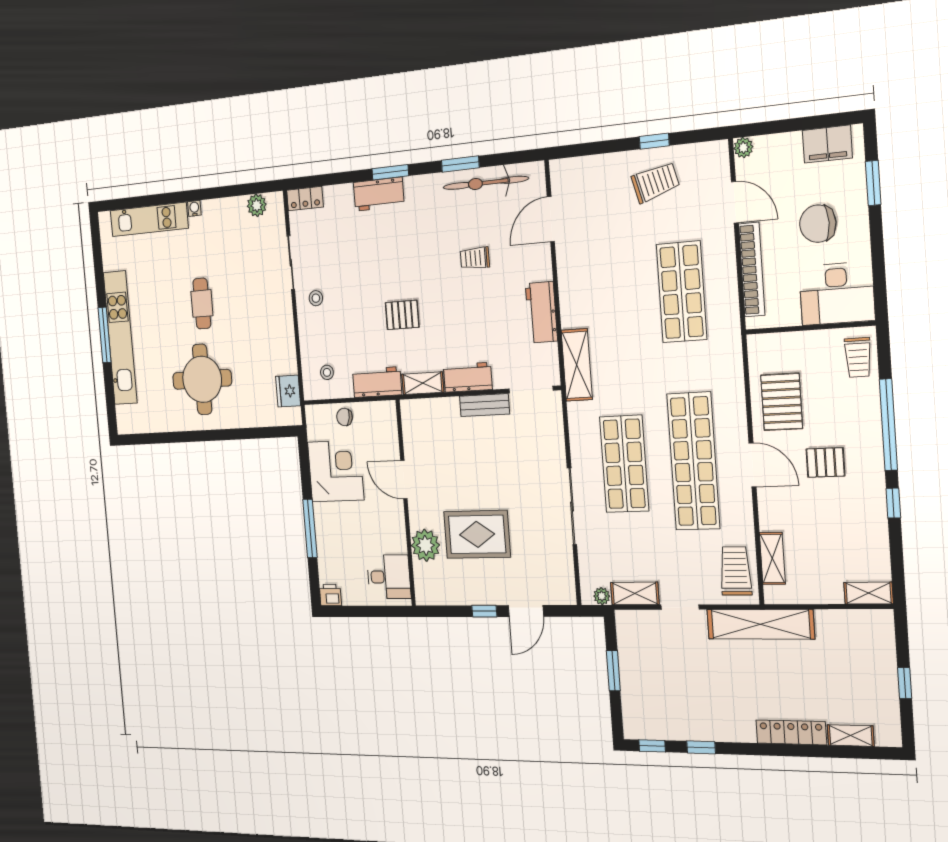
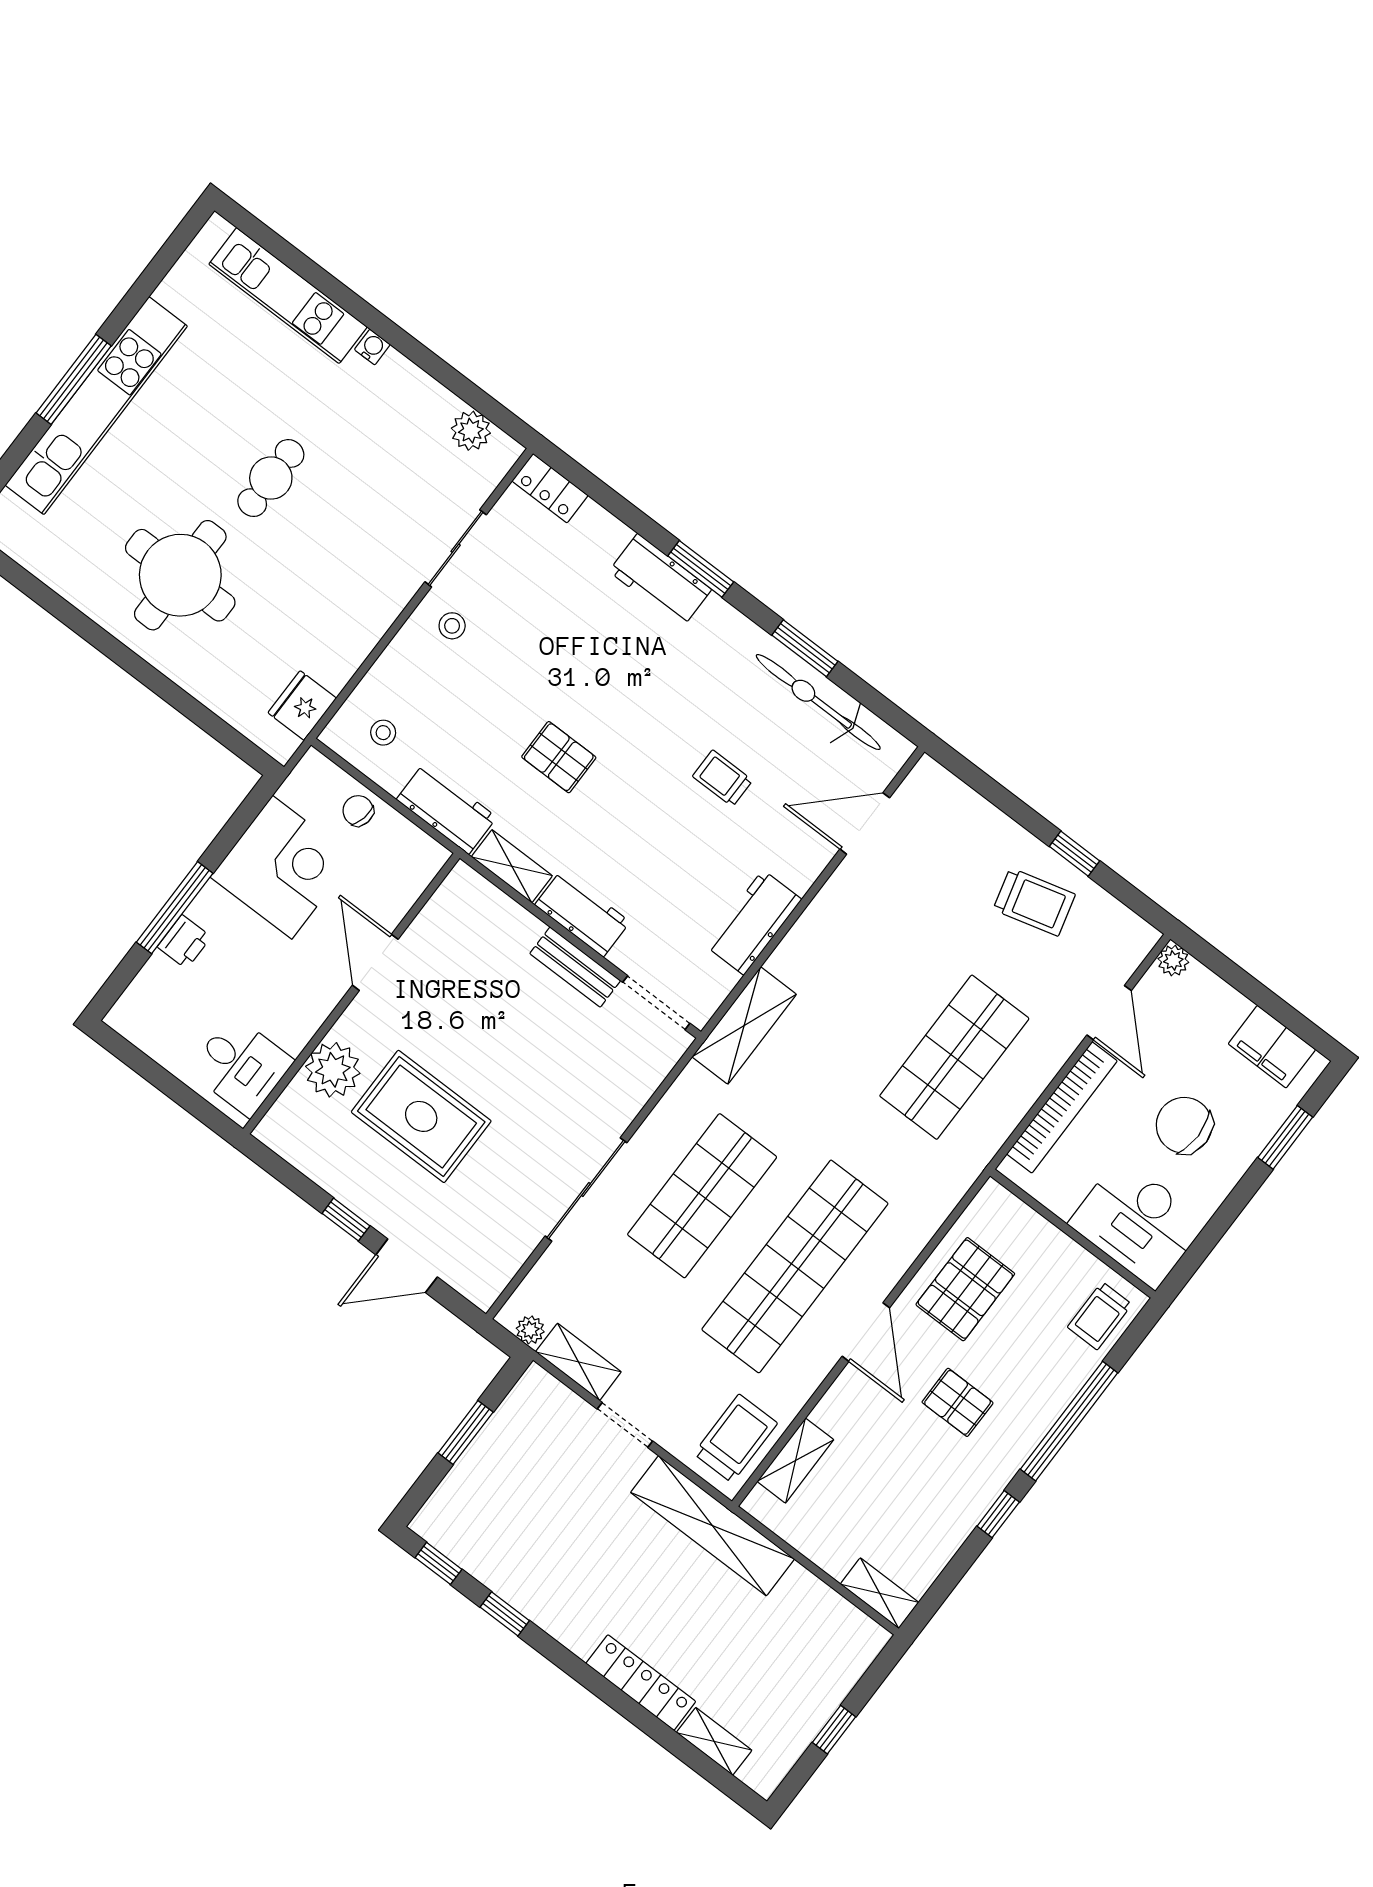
printer: (330, 595) -> (184, 942), moved, turned 90

